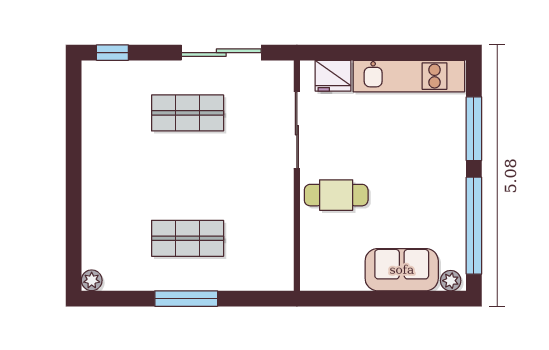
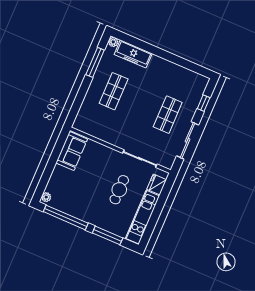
window: (112, 53) -> (204, 103), moved
cafe table: (336, 195) -> (119, 190), moved
freezer: (98, 231) -> (133, 54), added
sofa: (402, 270) -> (72, 151), moved
window: (186, 299) -> (95, 62), moved

